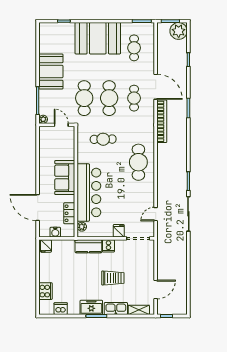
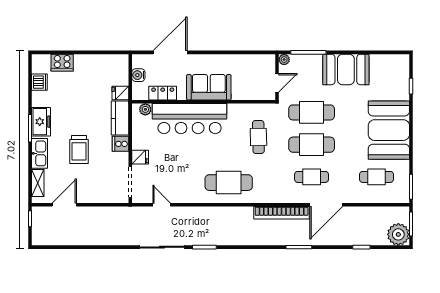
fridge: (46, 246) -> (120, 93), moved
door: (156, 289) -> (64, 205), swing flipped

